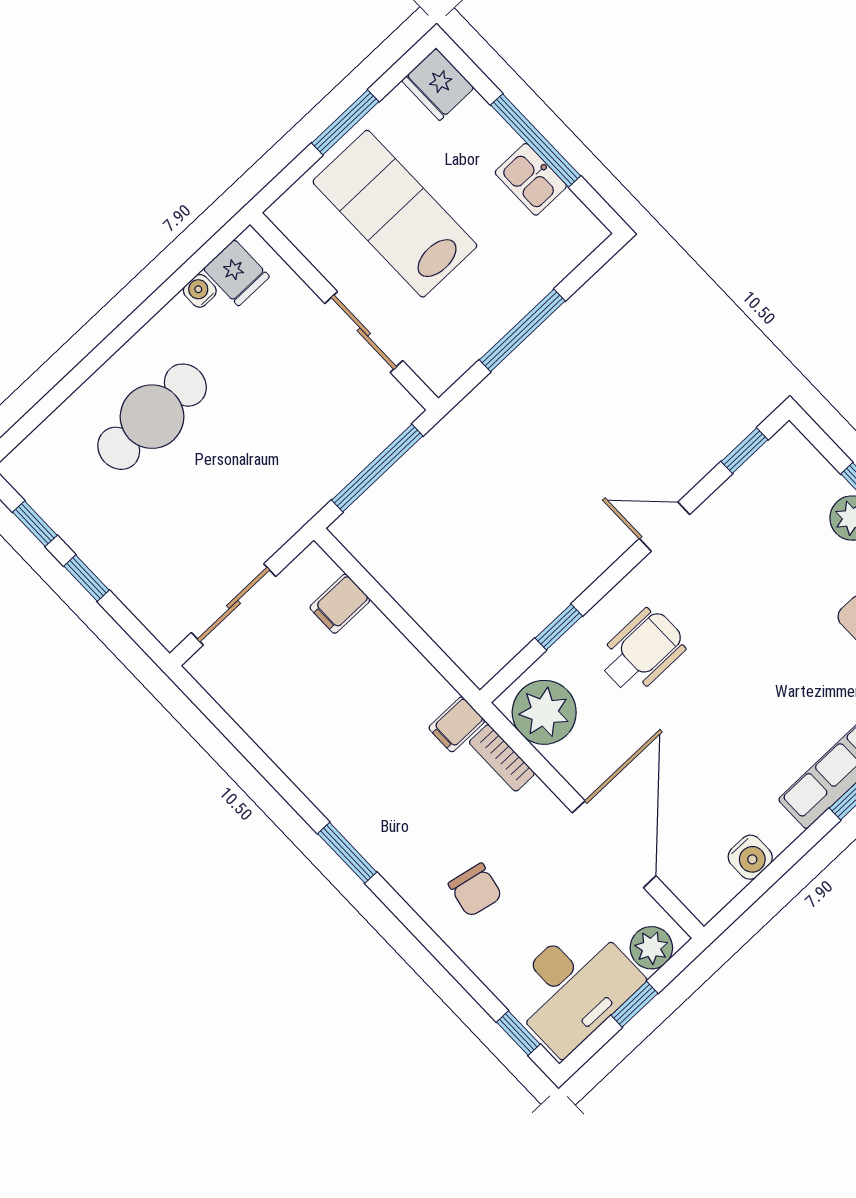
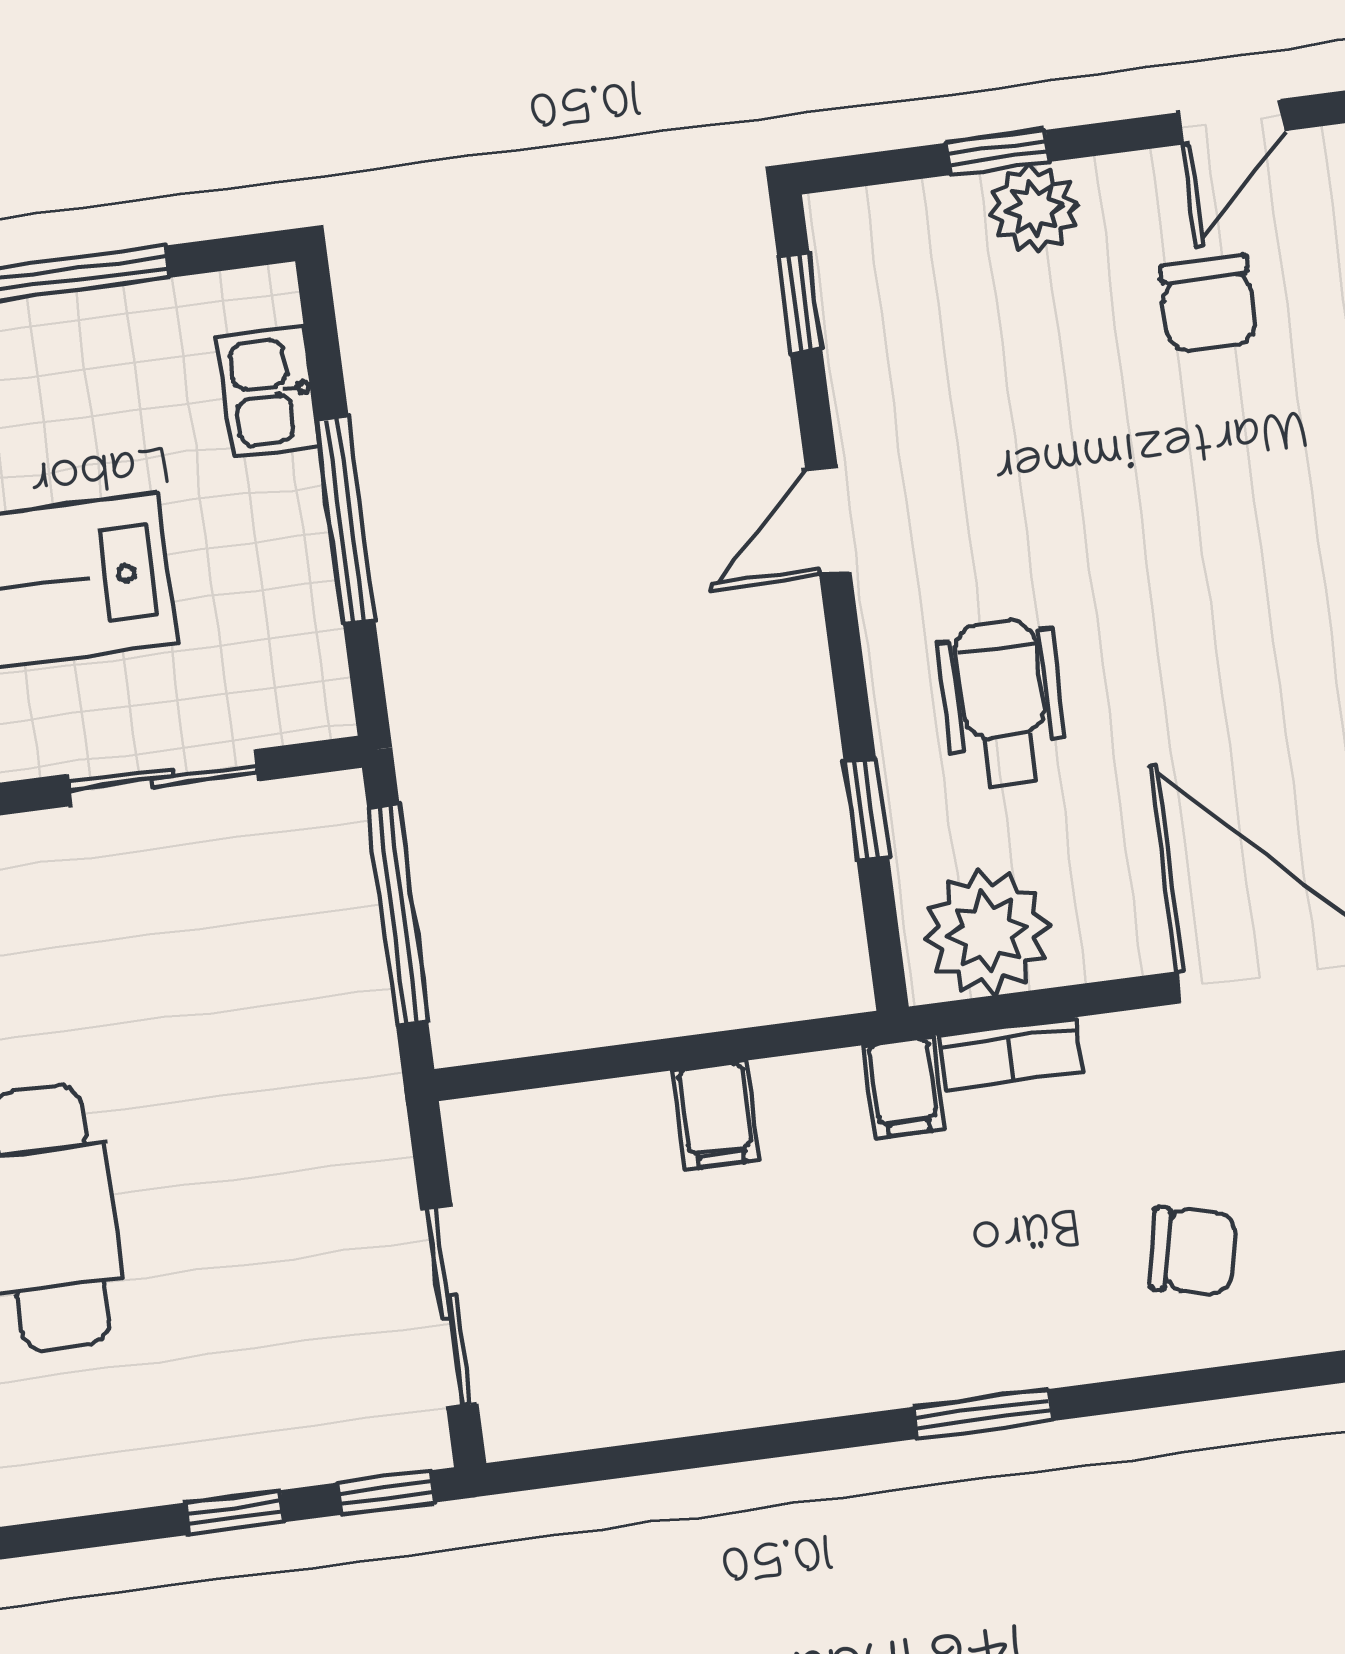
kitchen sink: (531, 179) -> (268, 392), moved, turned 90
window: (35, 524) -> (386, 1493), moved
filing cabinet: (340, 604) -> (716, 1115), moved

